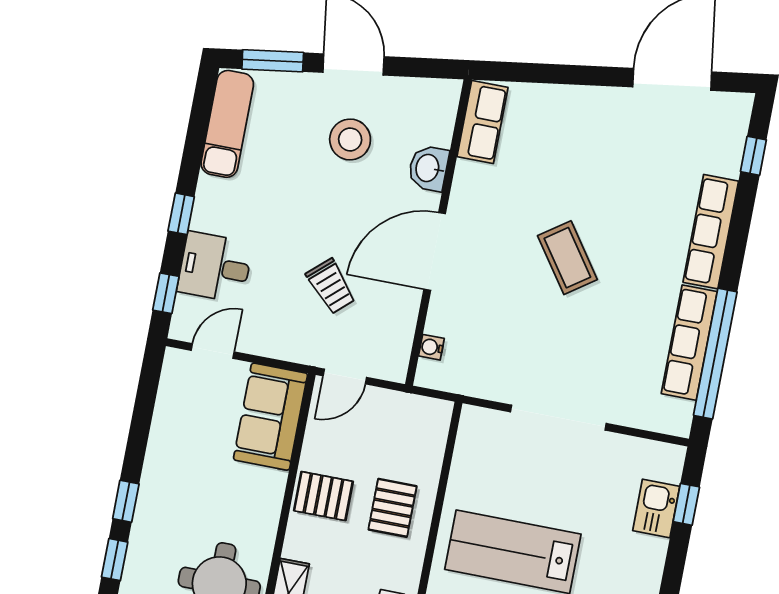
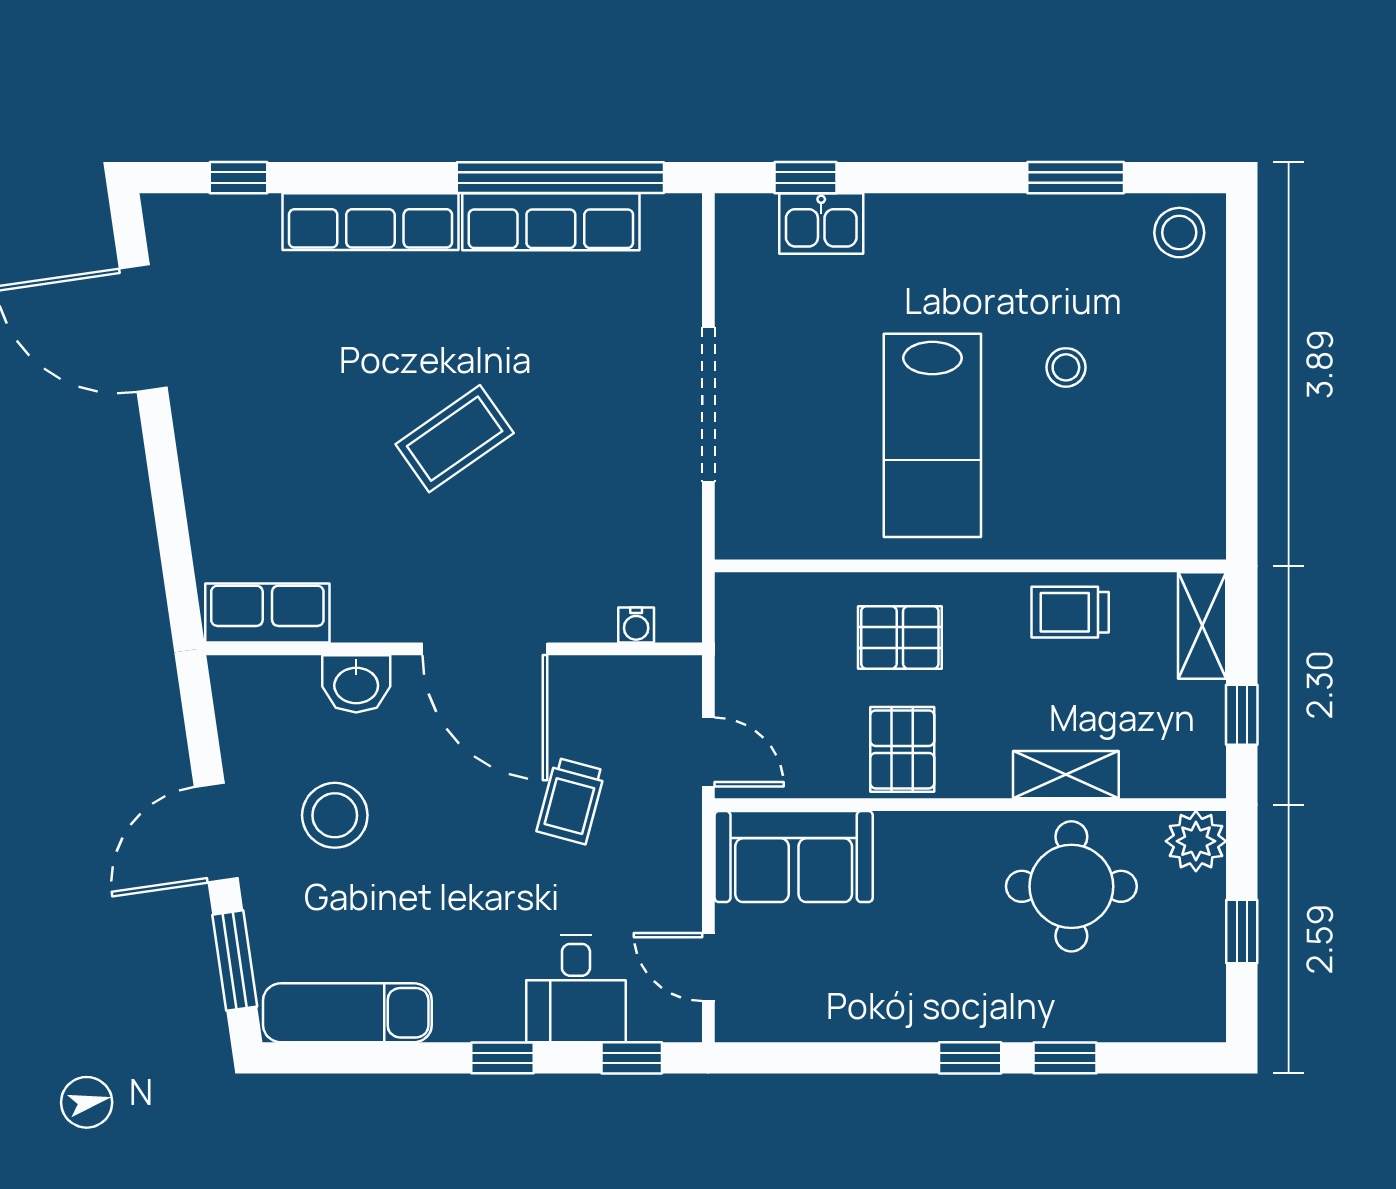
trolley: (331, 286) -> (571, 801), turned 147

